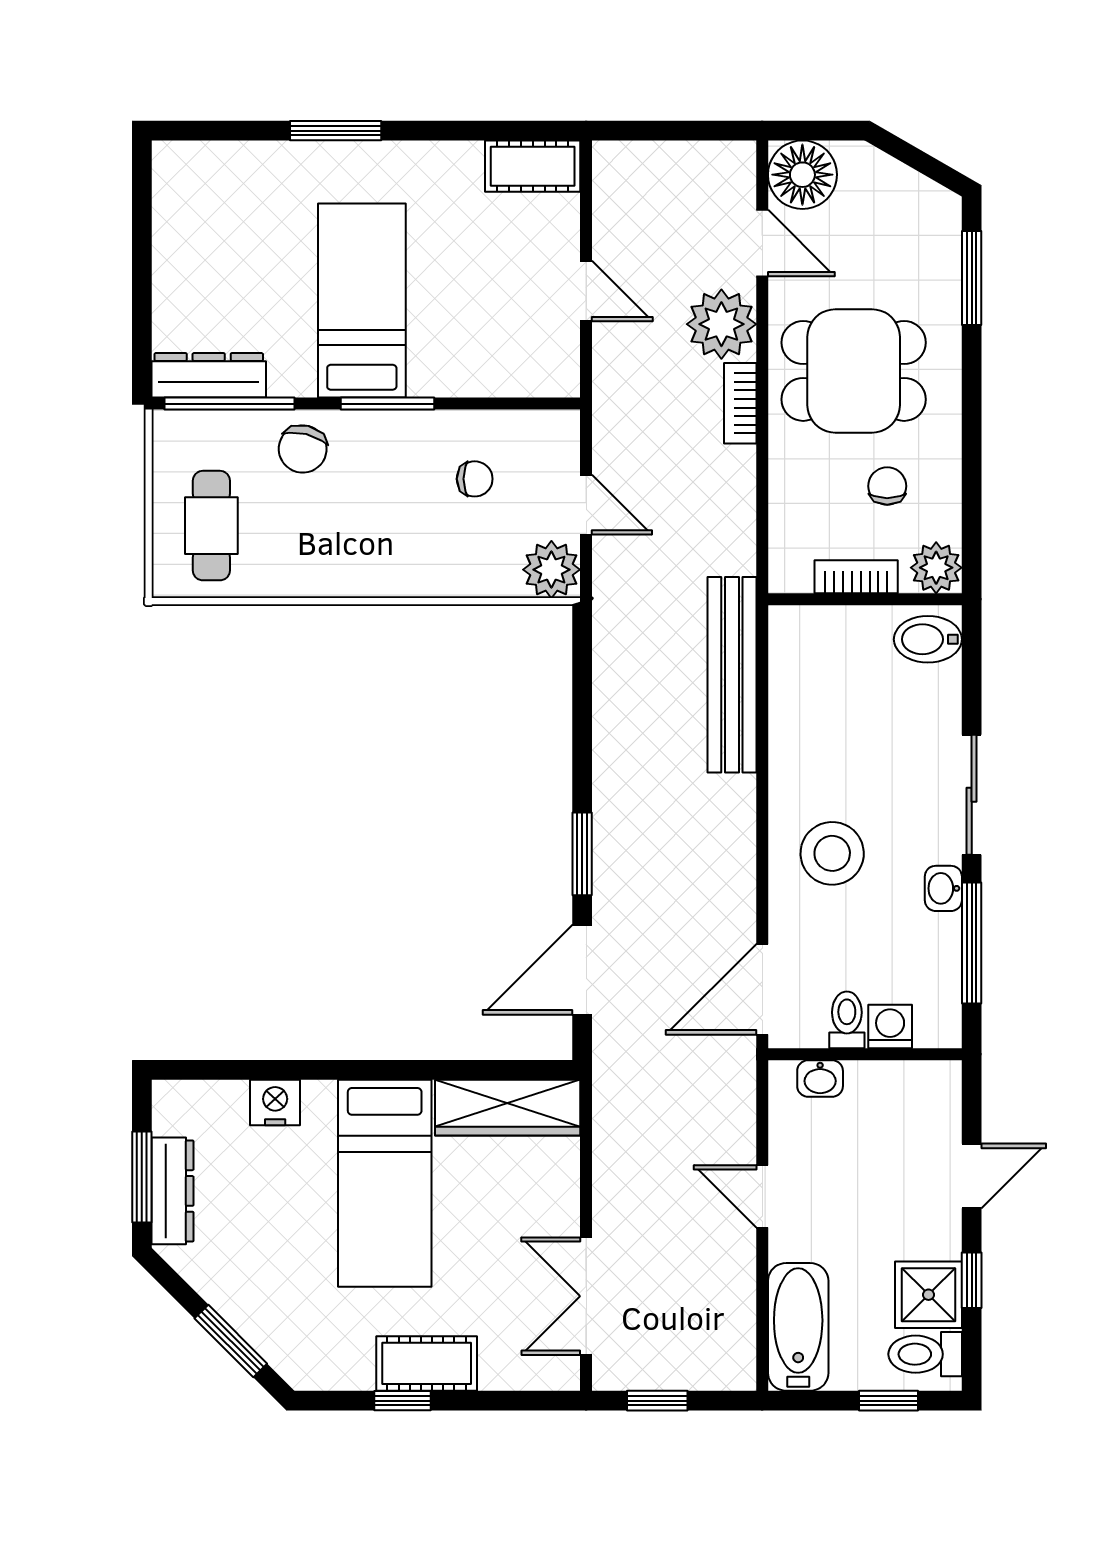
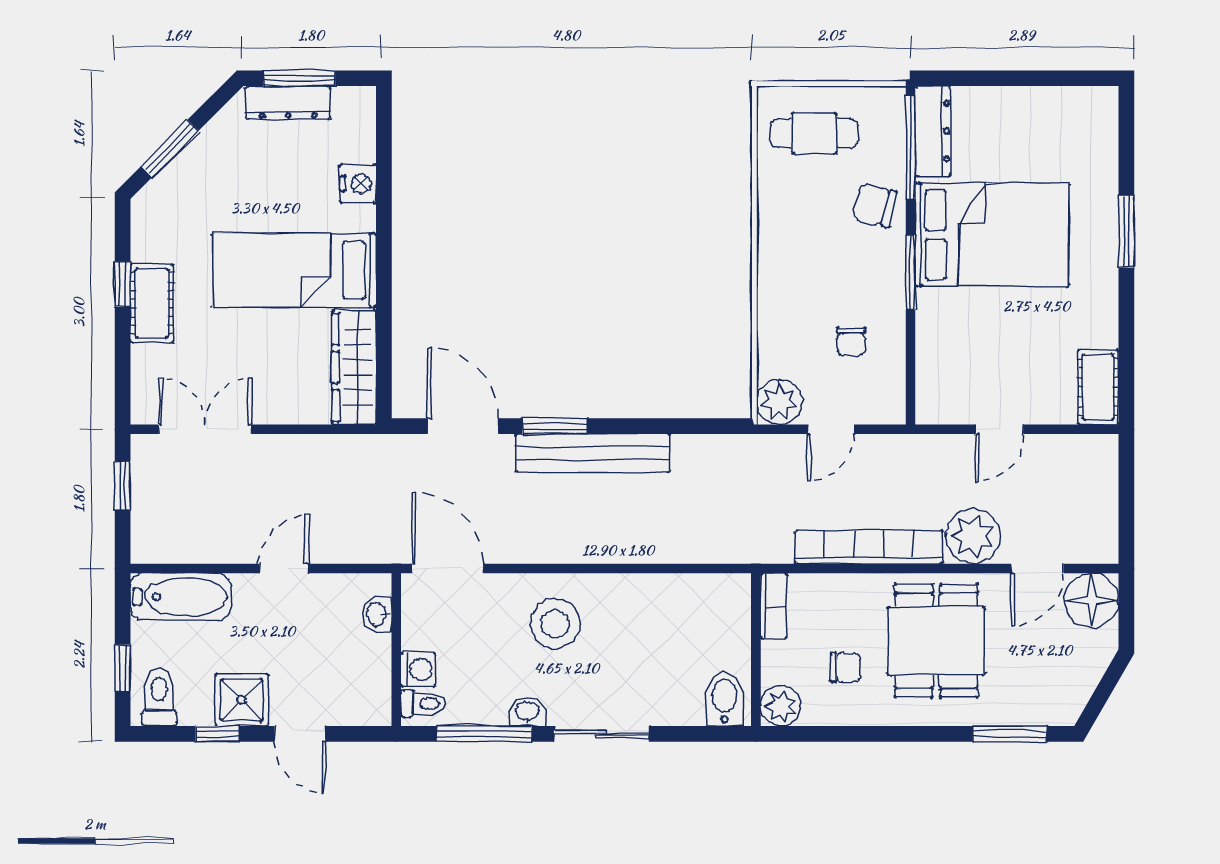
bed: (362, 301) -> (992, 235), width x1.50
bookcase: (740, 403) -> (869, 547), width x2.31, depth x1.31
bookcase: (856, 577) -> (774, 606), moved
bench: (732, 675) -> (593, 453), moved
toilet: (847, 1020) -> (423, 704), moved
shower: (929, 1295) -> (242, 700), moved

